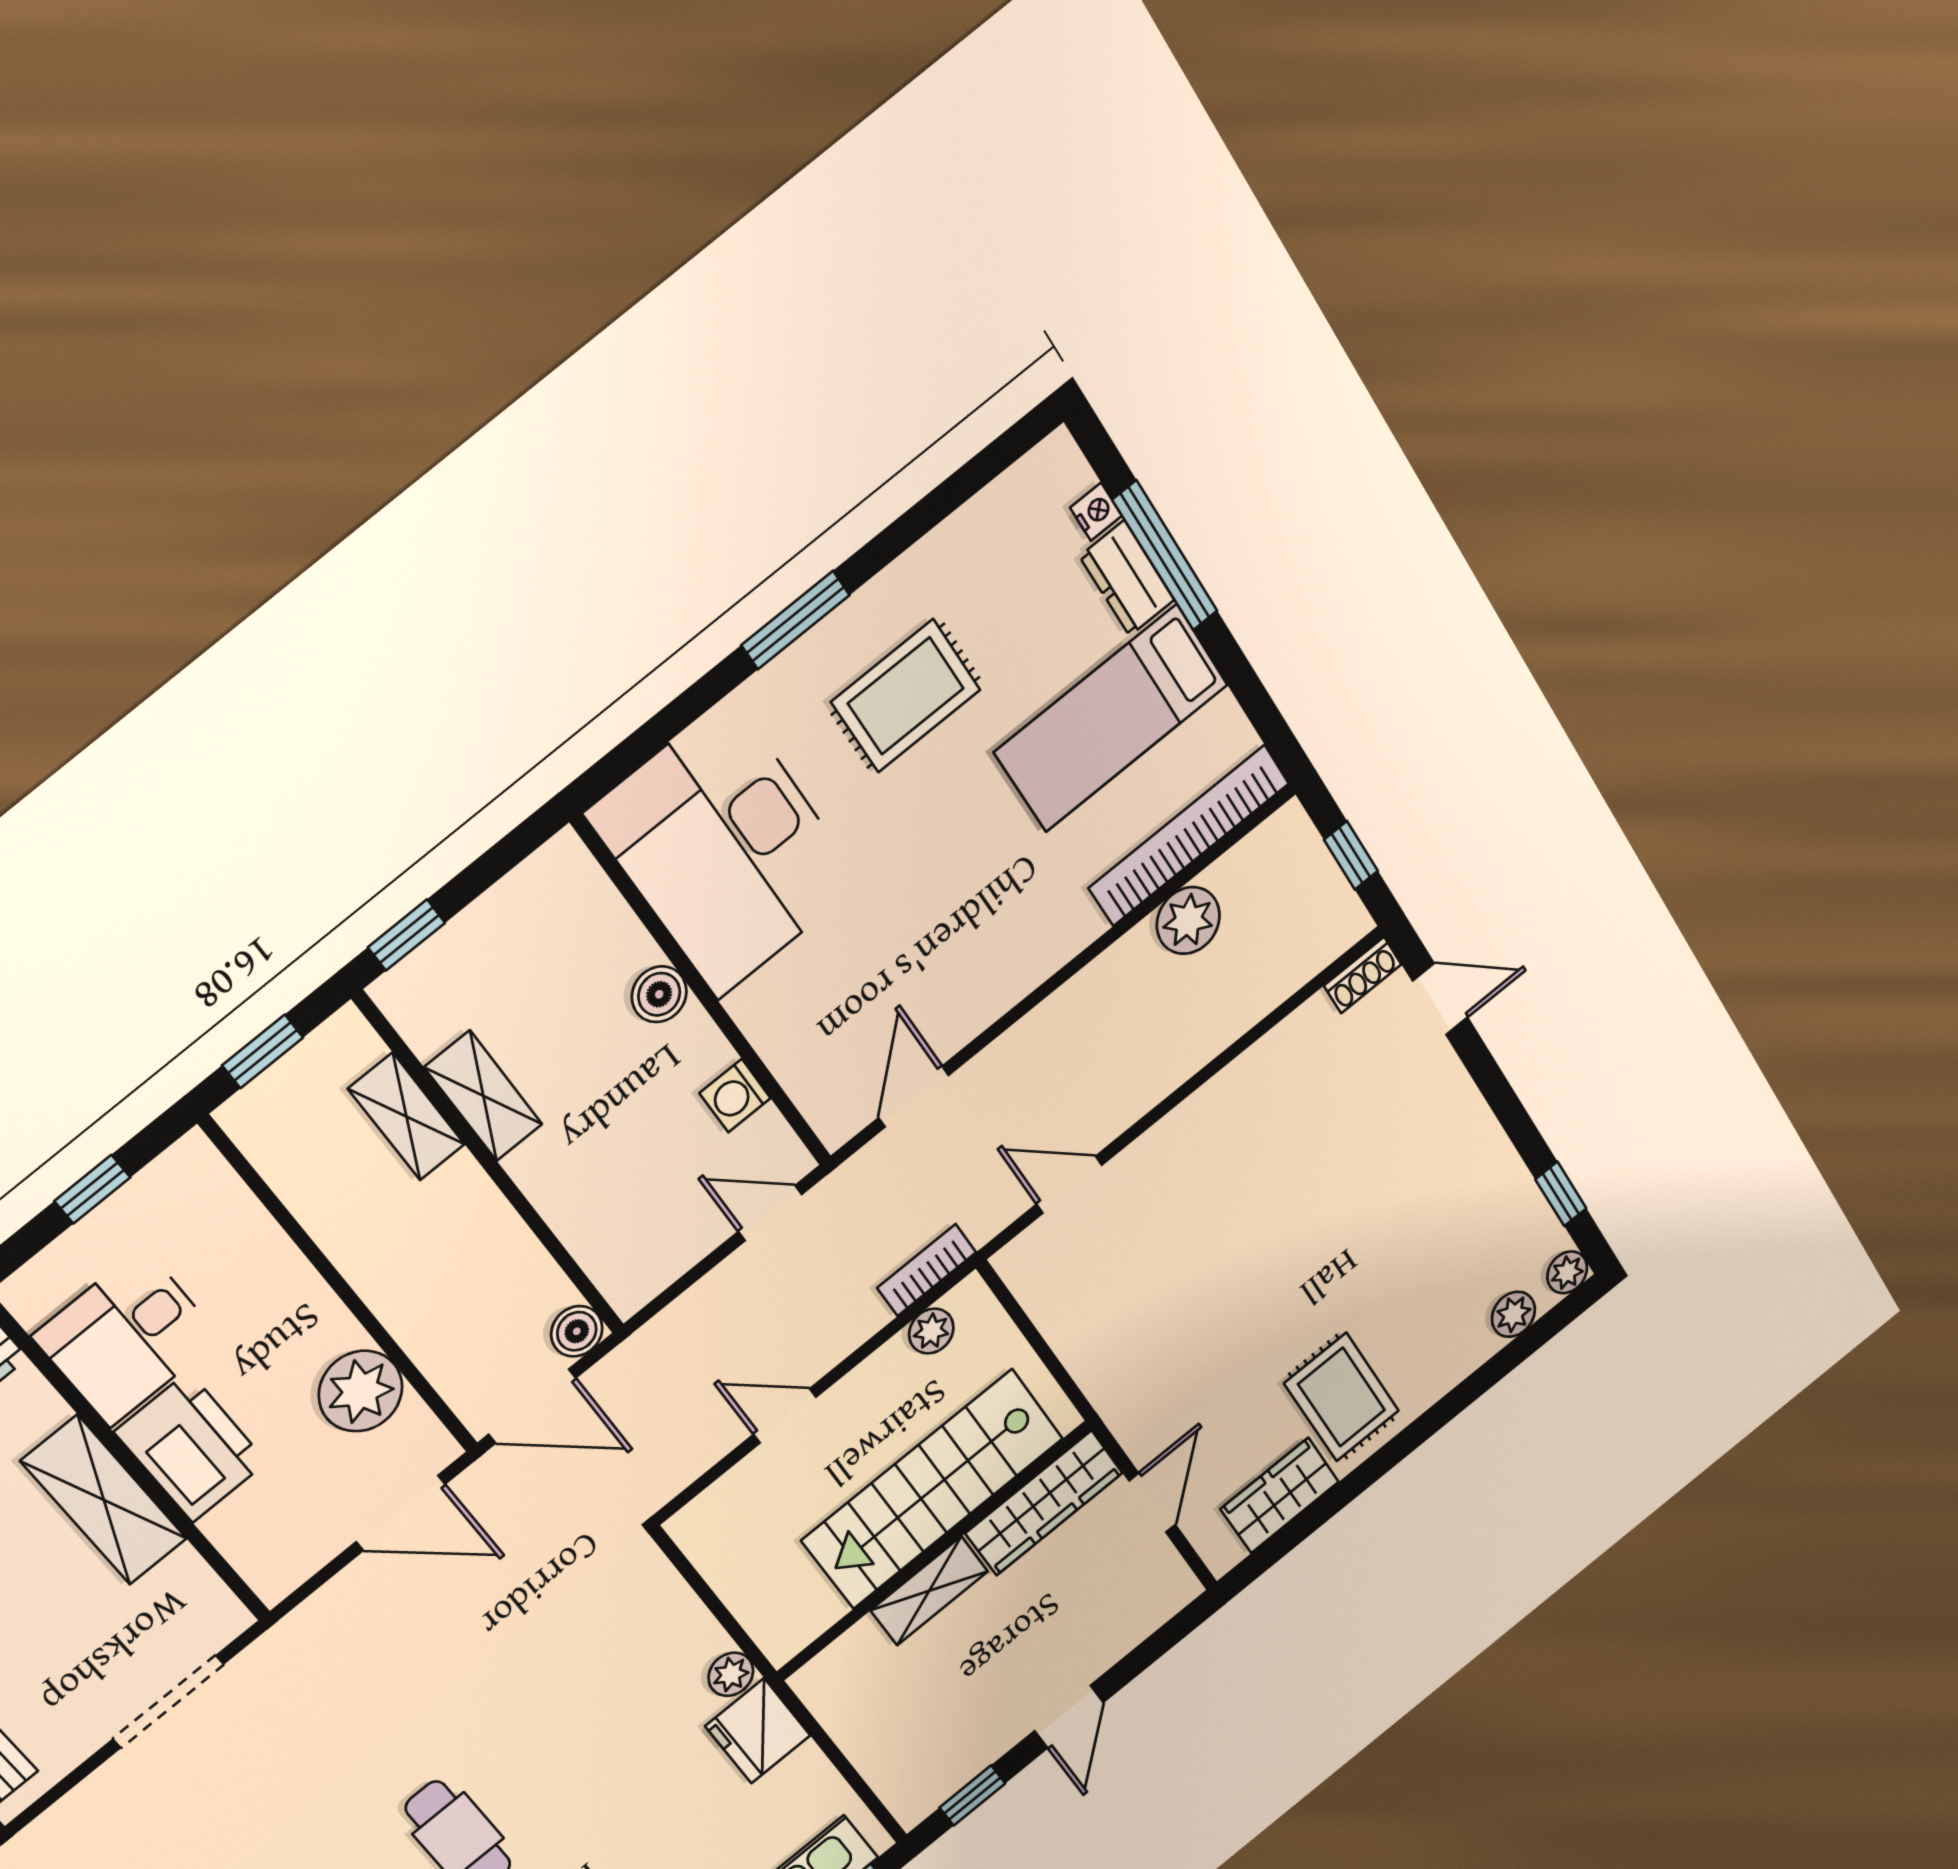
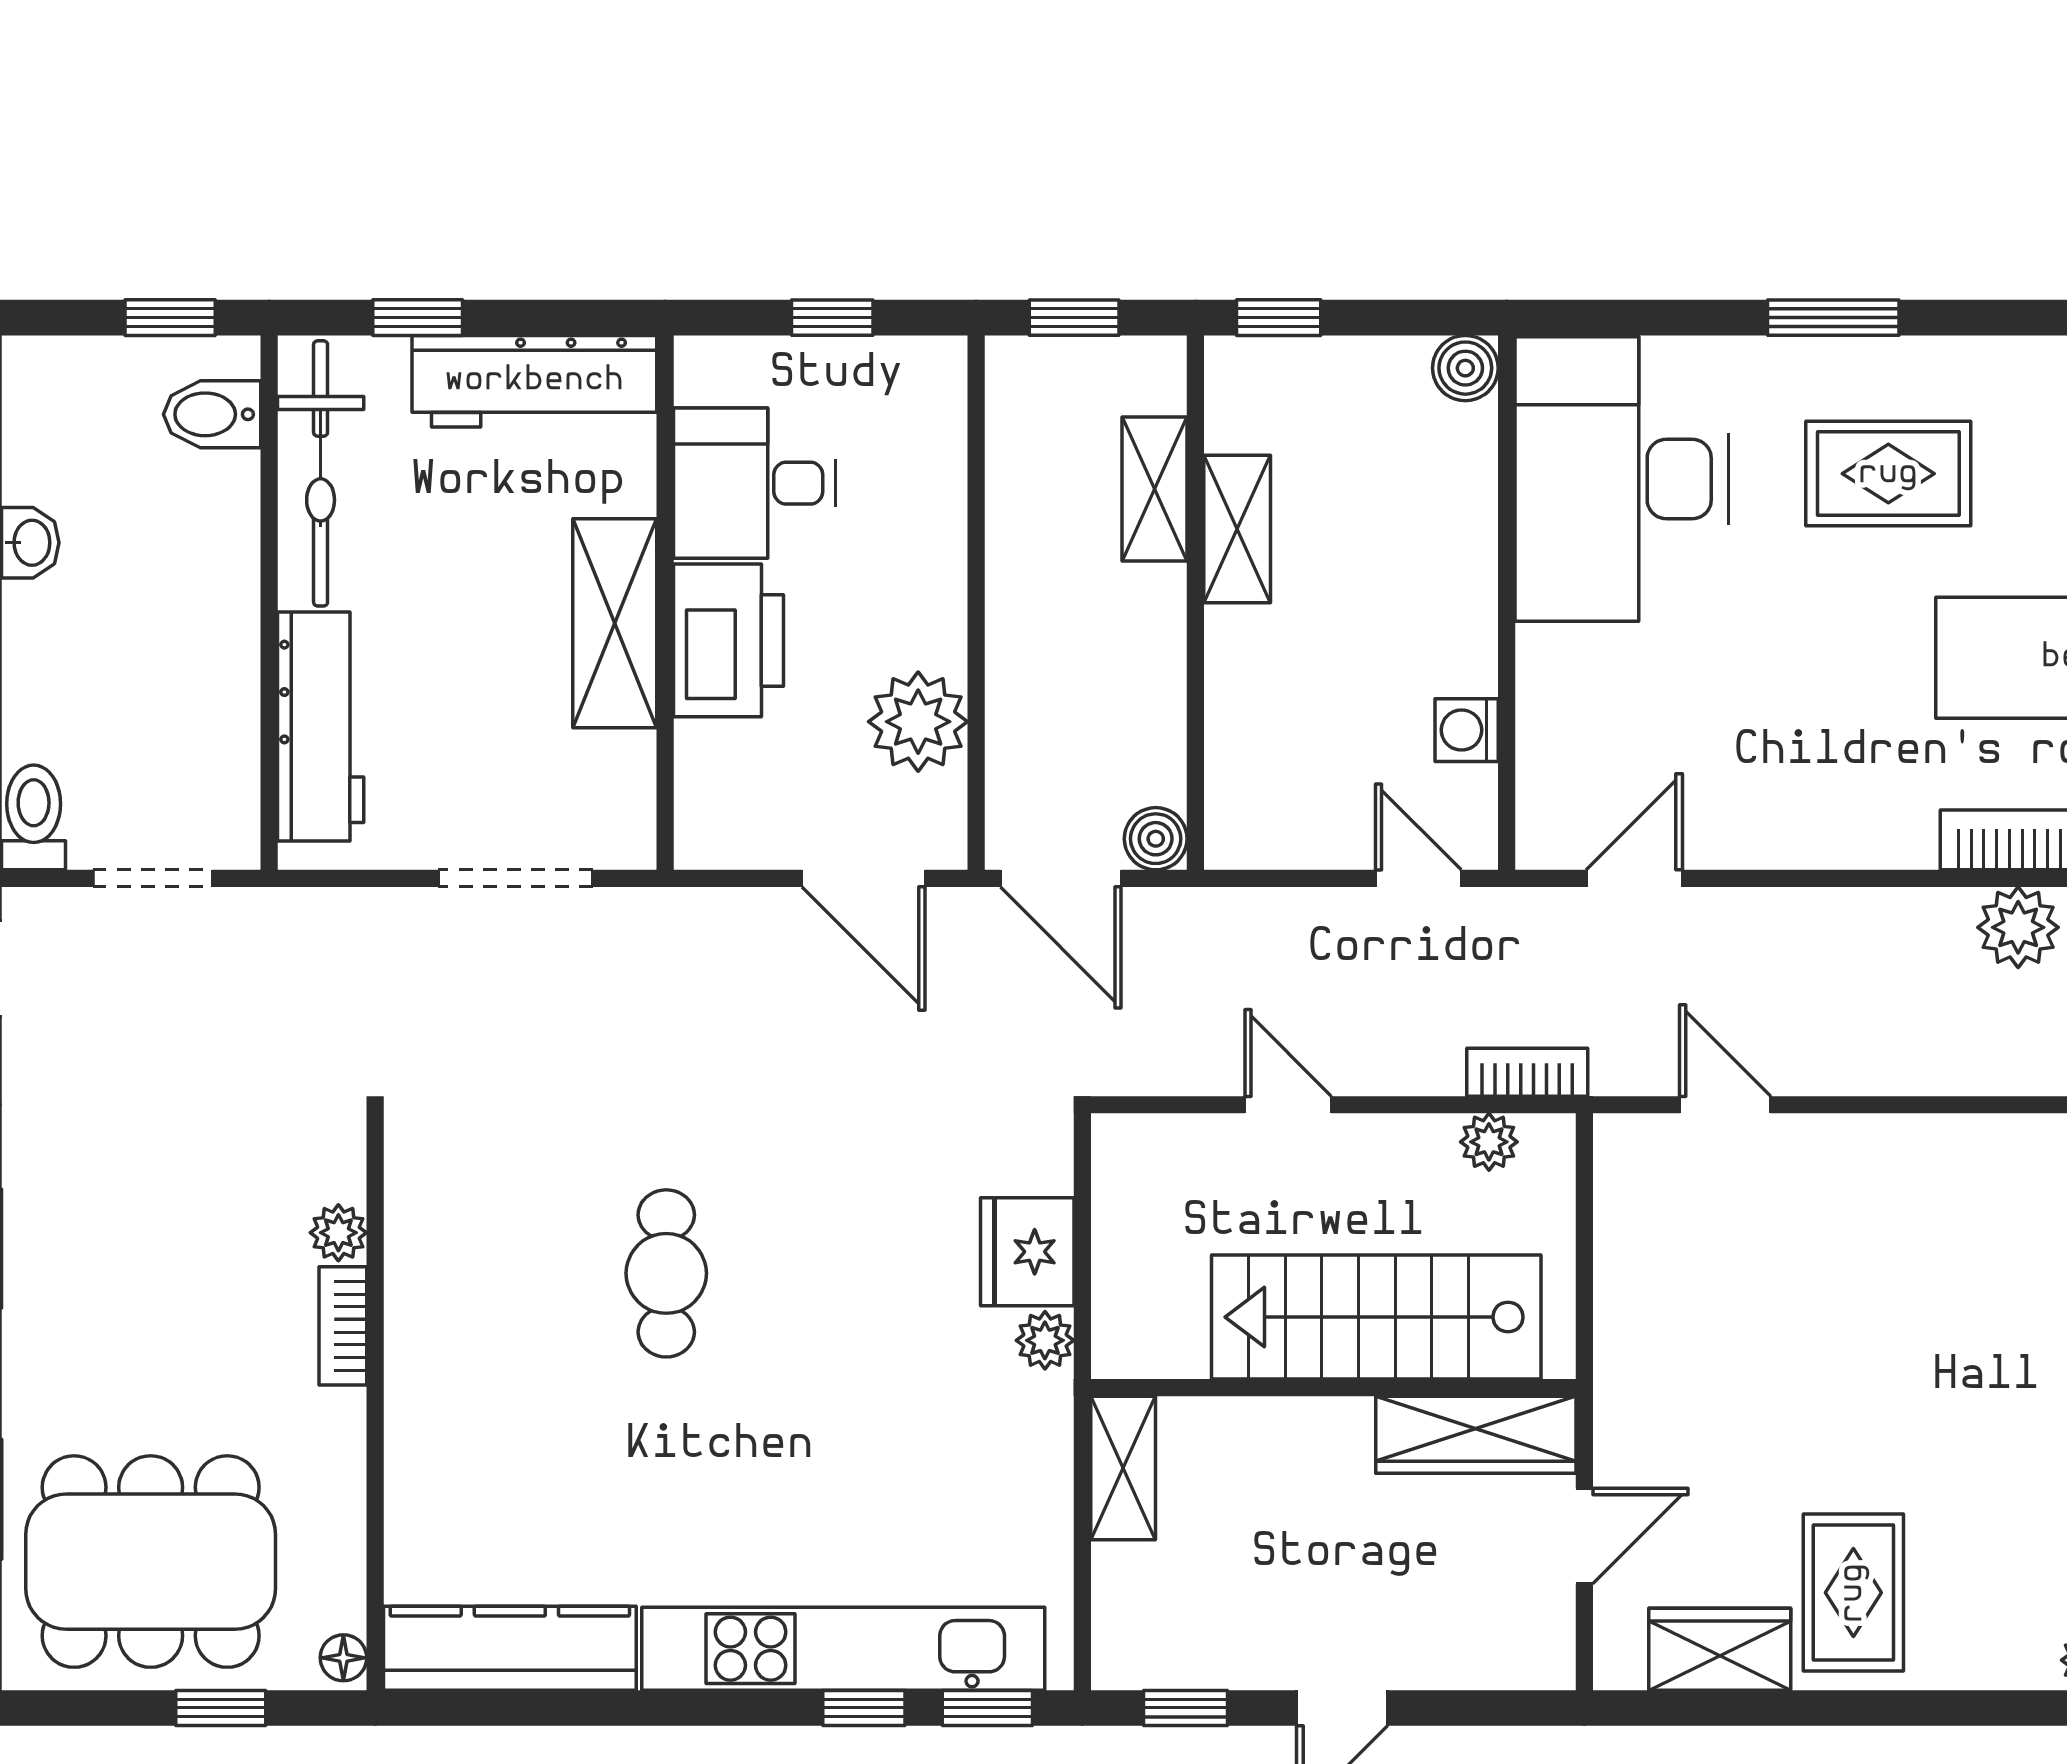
boiler: (659, 994) -> (1465, 368), moved
shelving: (929, 1591) -> (1123, 1468), moved, turned 90
fridge: (758, 1731) -> (1027, 1252), moved

